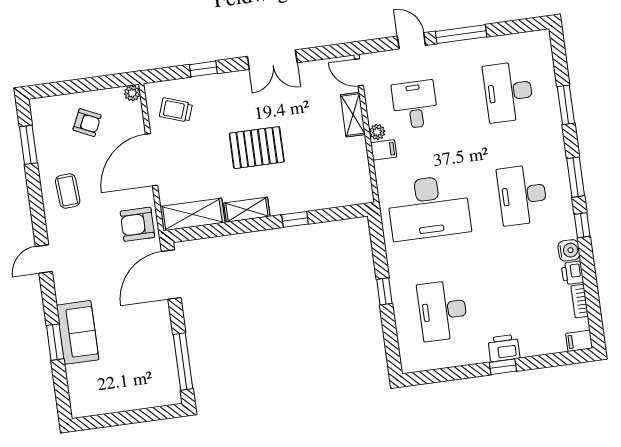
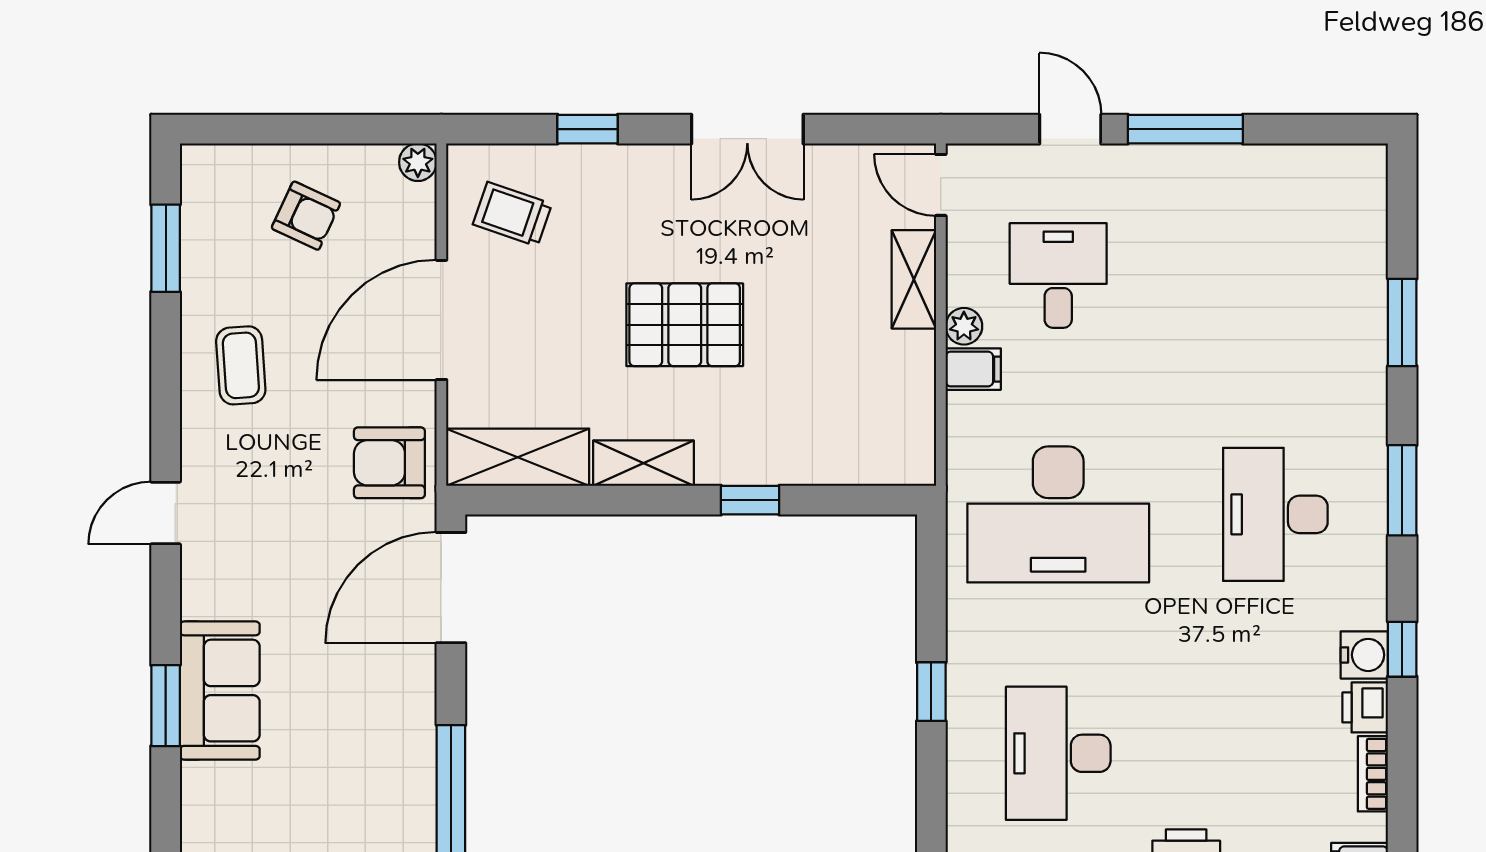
desk: (508, 92) -> (1275, 275), removed
window: (582, 225) -> (1402, 649), moved

